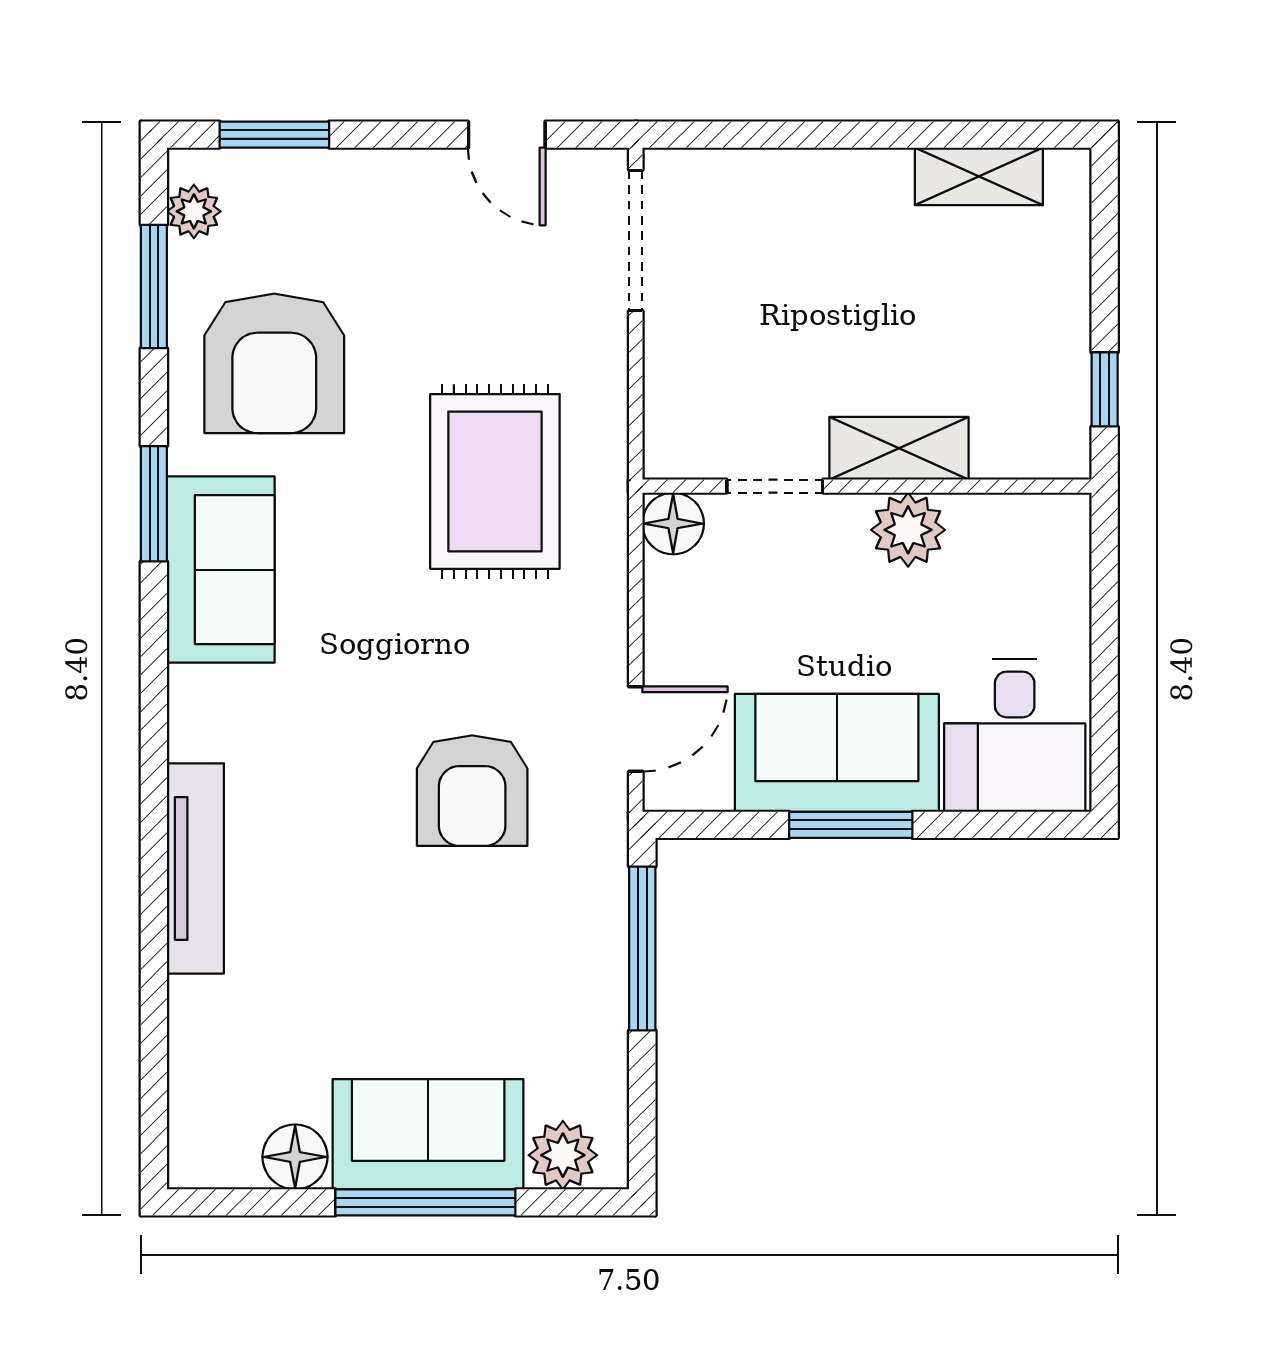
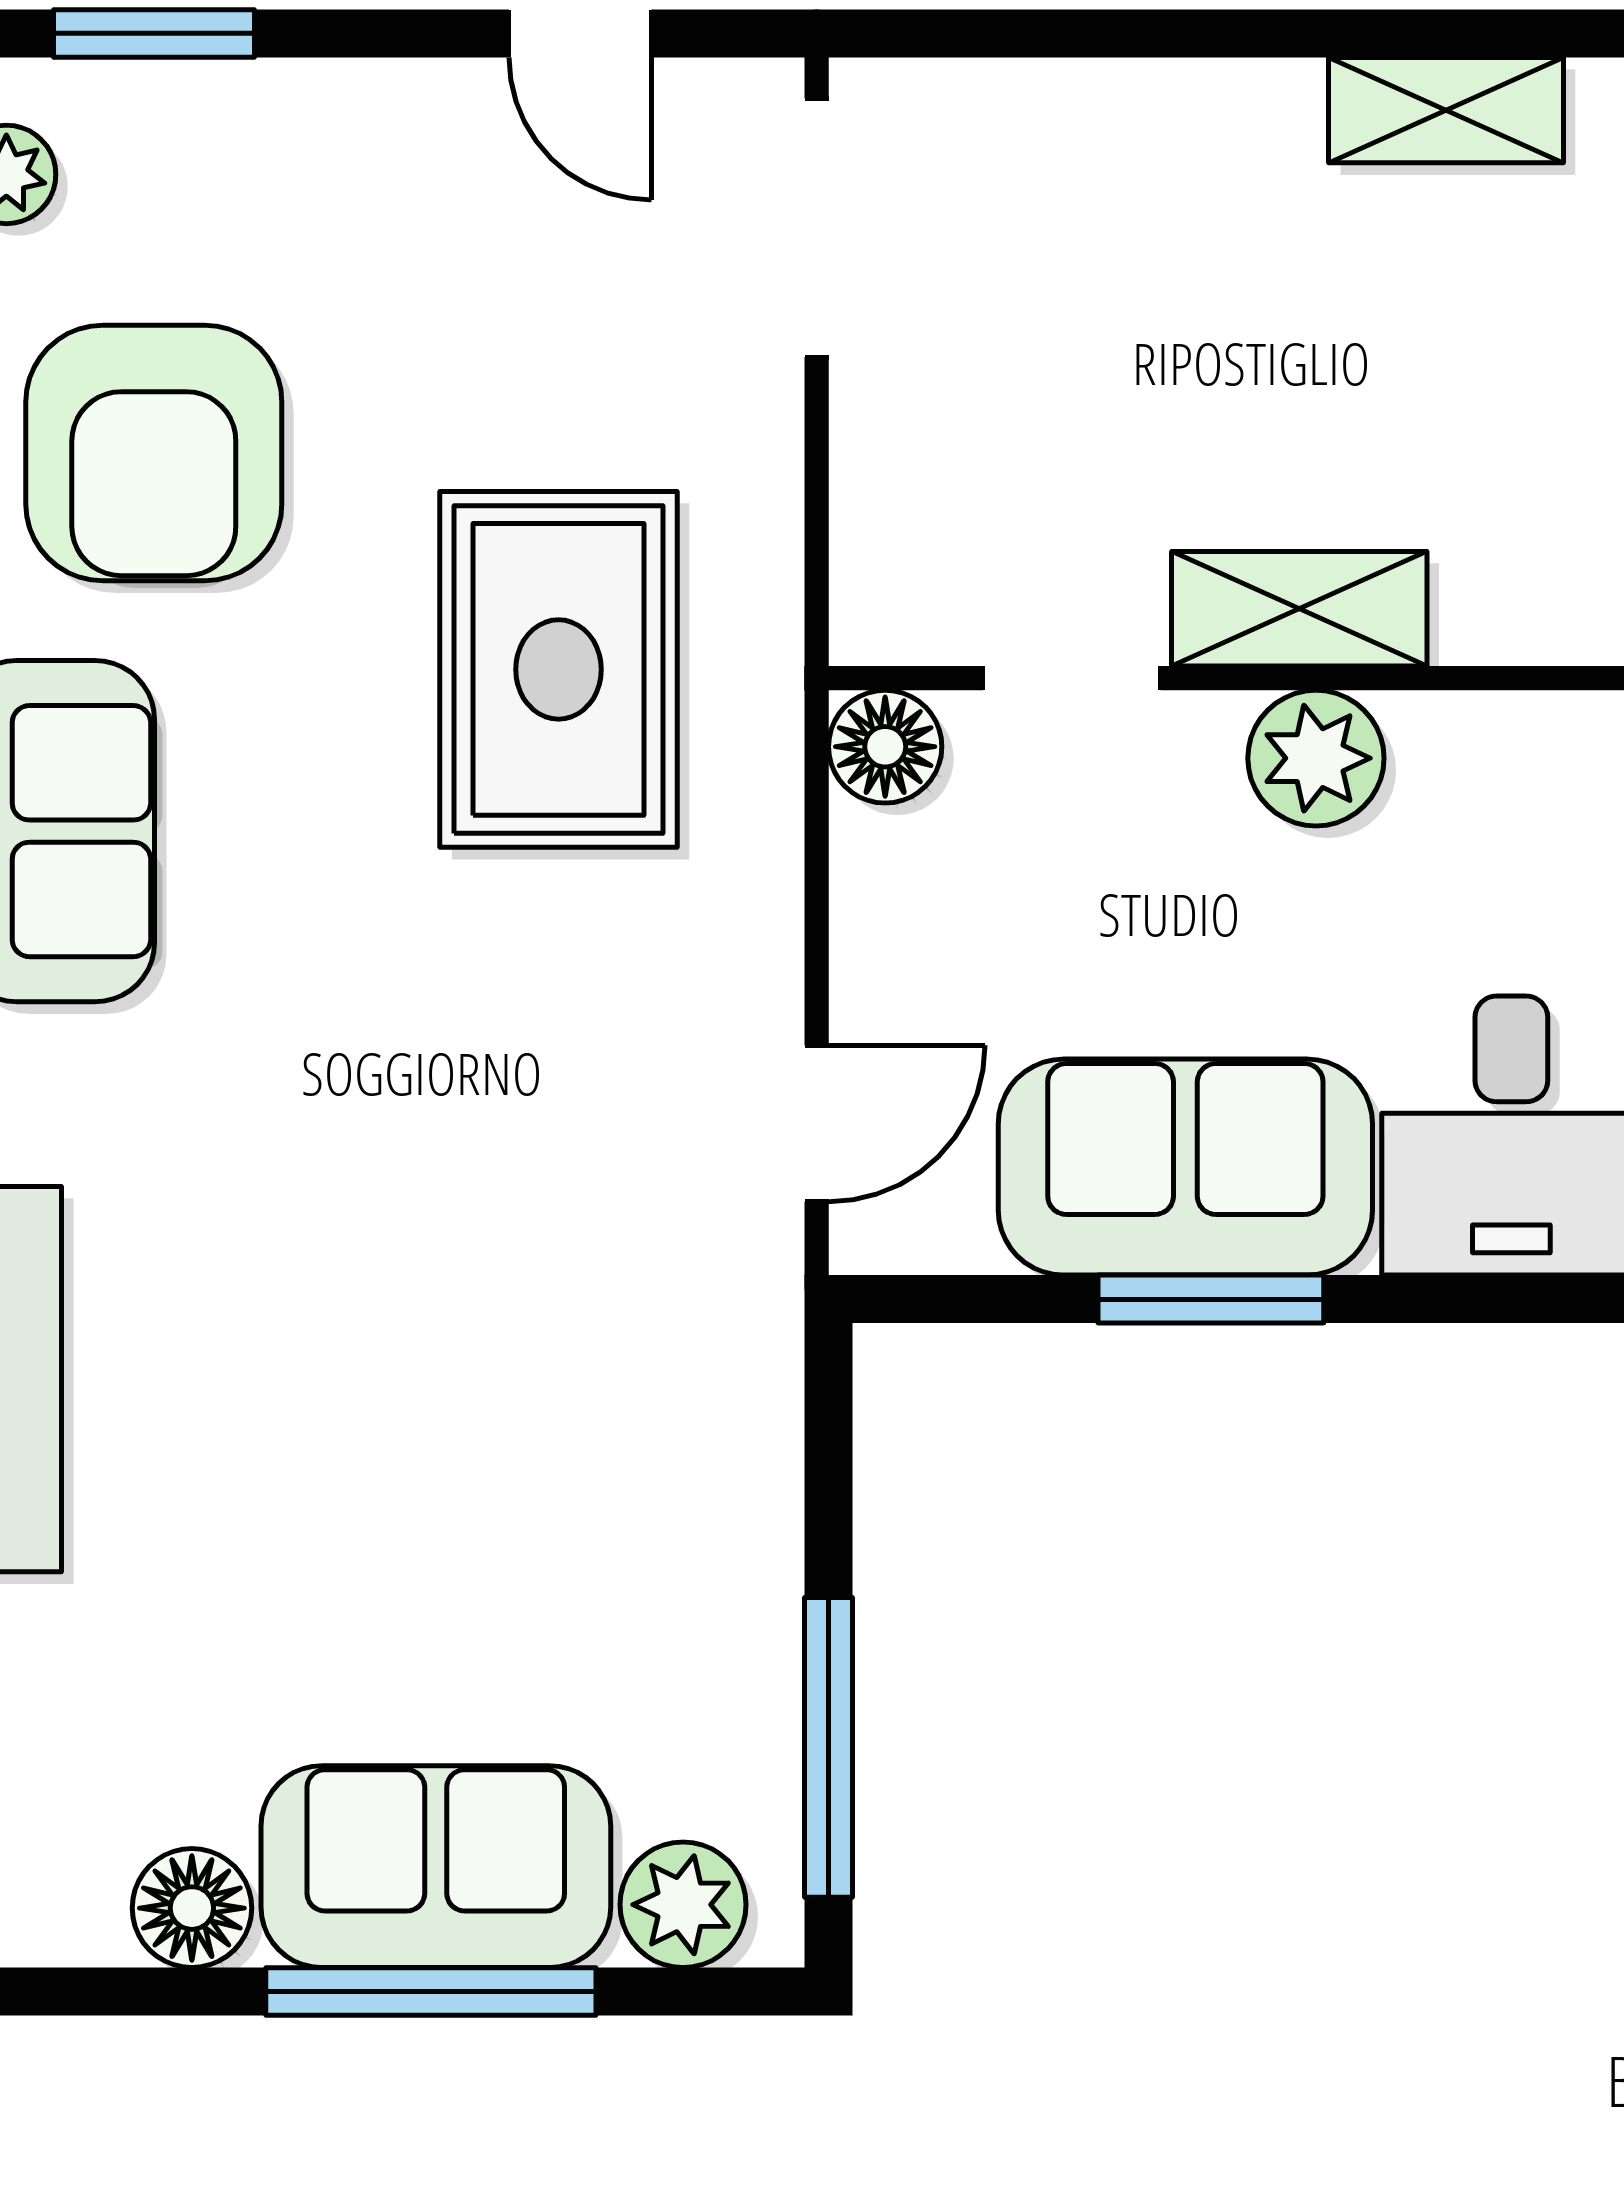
armchair: (472, 791) -> (517, 1236), removed
window: (642, 949) -> (829, 1747), moved

